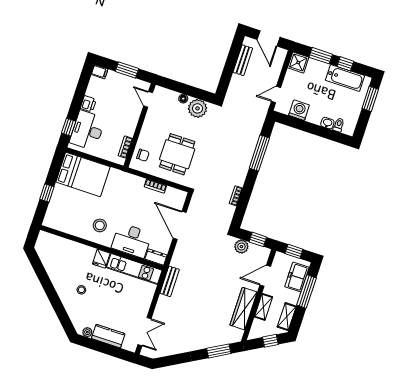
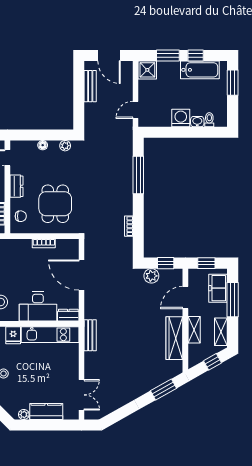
plant: (197, 108) -> (65, 146), width x0.53, depth x0.53
washing machine: (299, 110) -> (181, 118), moved
dresser: (148, 127) -> (16, 186), added

